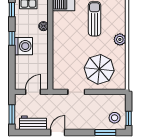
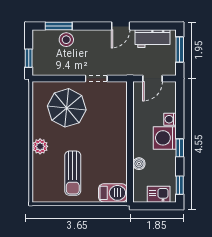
washing machine: (19, 60) -> (170, 119), added
stool: (115, 118) -> (66, 40), moved
window: (129, 118) -> (29, 58), moved

